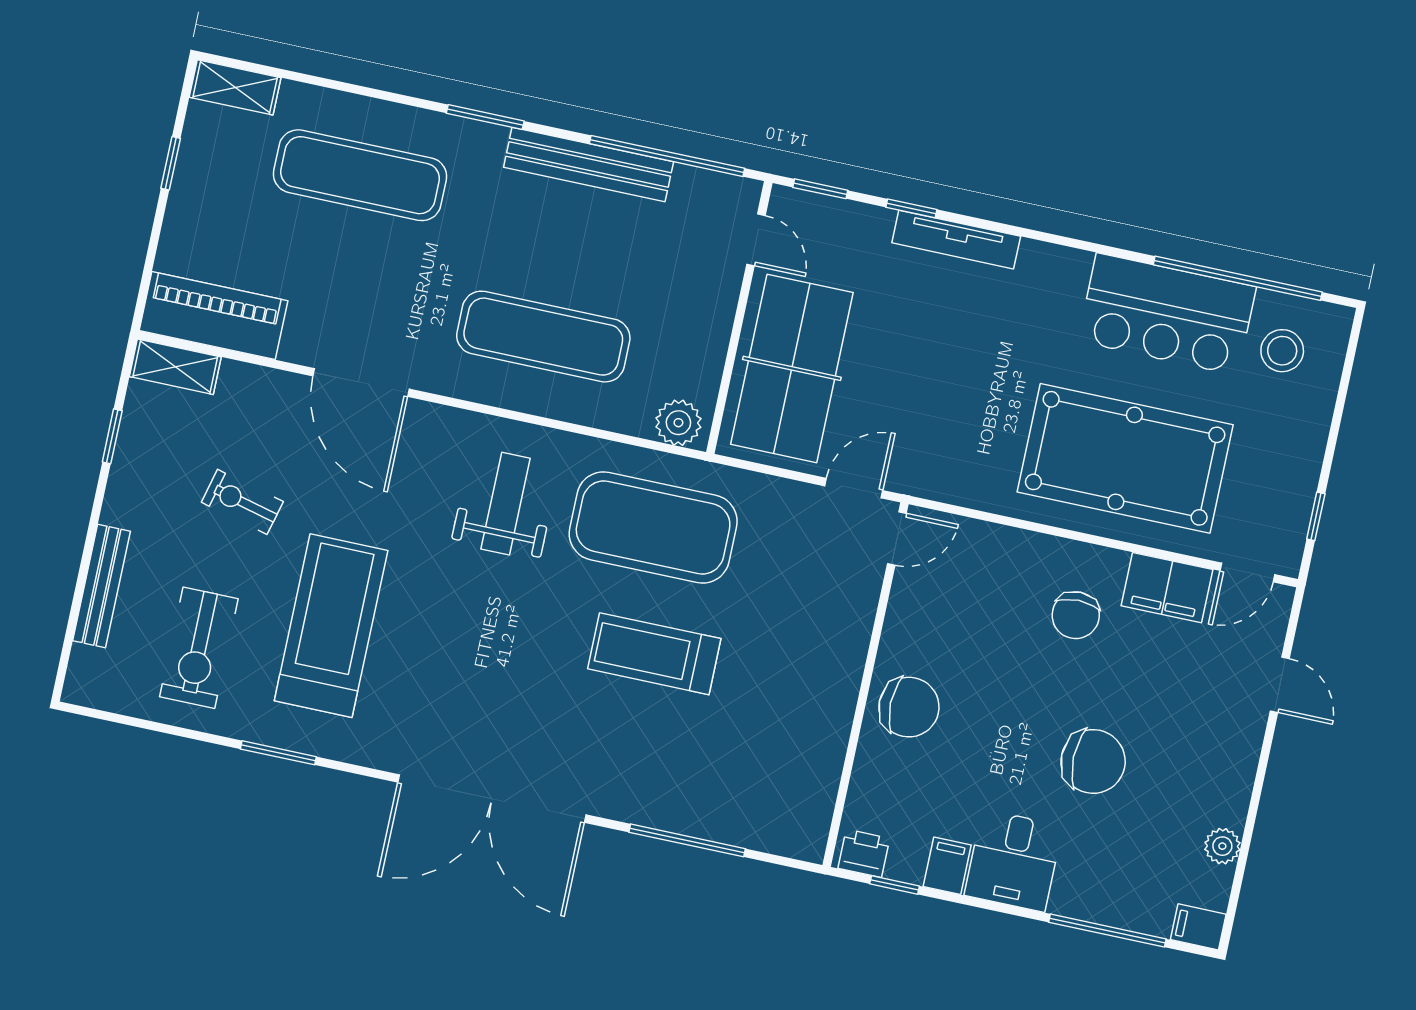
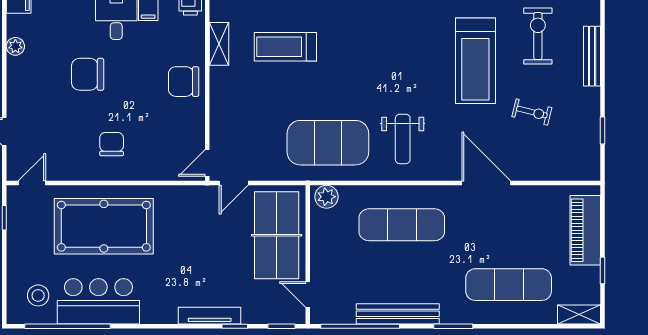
piano: (213, 316) -> (585, 230), moved, turned 90
shelving: (175, 367) -> (219, 44), moved, turned 90
filing cabinet: (1167, 588) -> (70, 167), removed
treadmill: (654, 654) -> (285, 47), moved, turned 180

